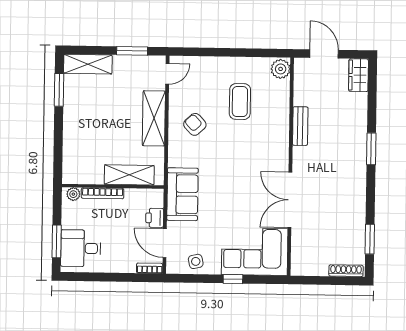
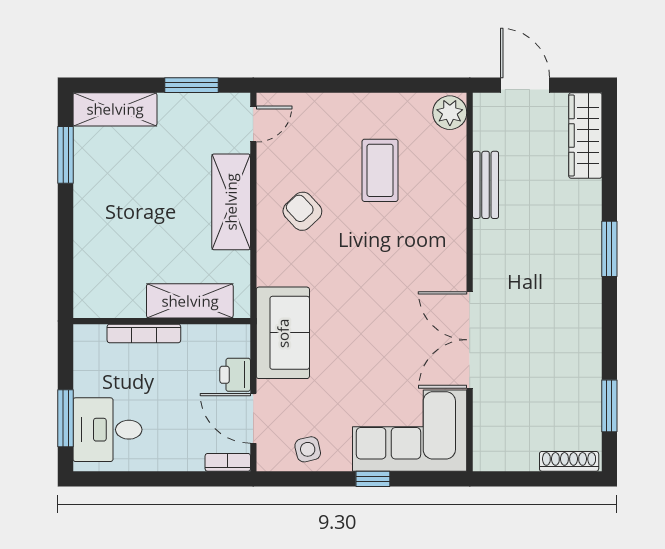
wardrobe: (358, 75) -> (585, 136), width x1.50
bench: (300, 126) -> (486, 185), moved
plant: (73, 194) -> (93, 336), removed

